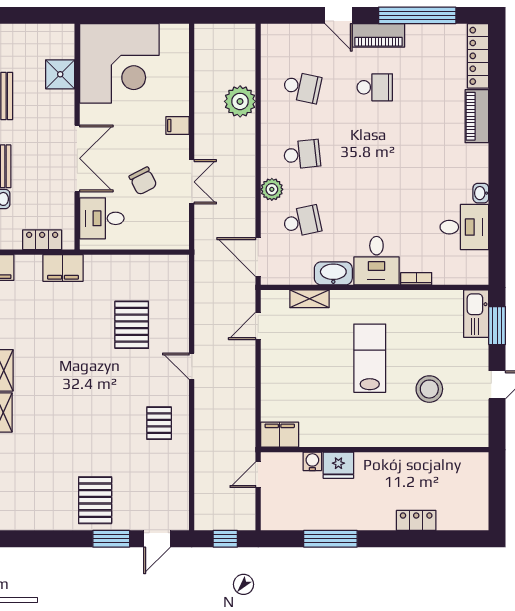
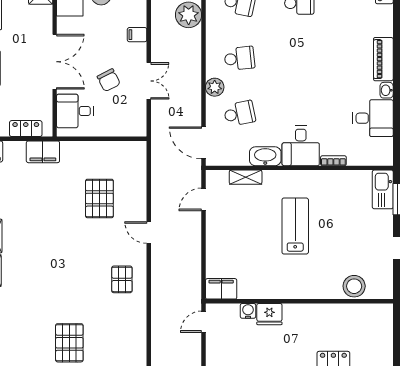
piano: (477, 116) -> (383, 59), moved
stool: (429, 389) -> (354, 286), moved

